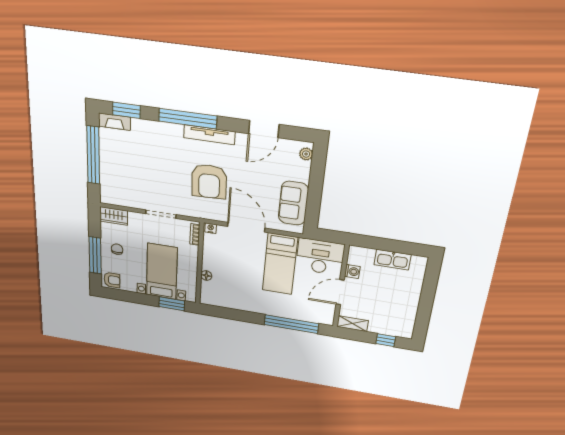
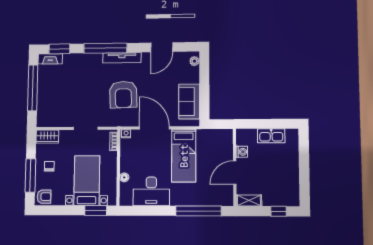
desk: (320, 257) -> (151, 191), moved, turned 180

